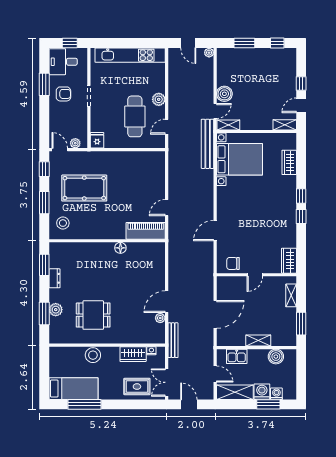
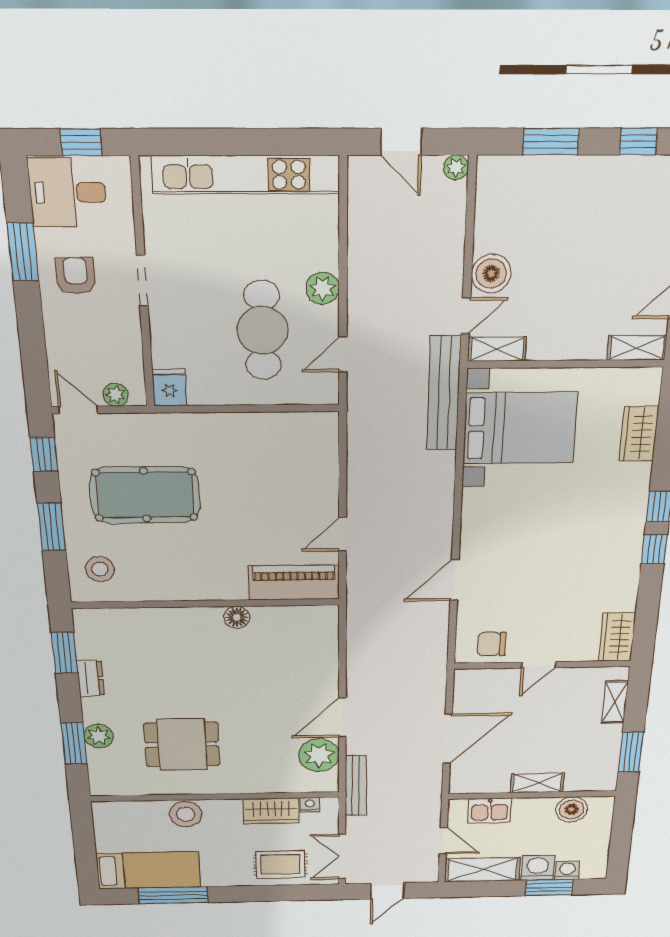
armchair: (63, 94) -> (76, 276), turned -90
plant: (160, 318) -> (319, 755), width x1.87, depth x1.87
door: (189, 404) -> (387, 891), swing flipped

